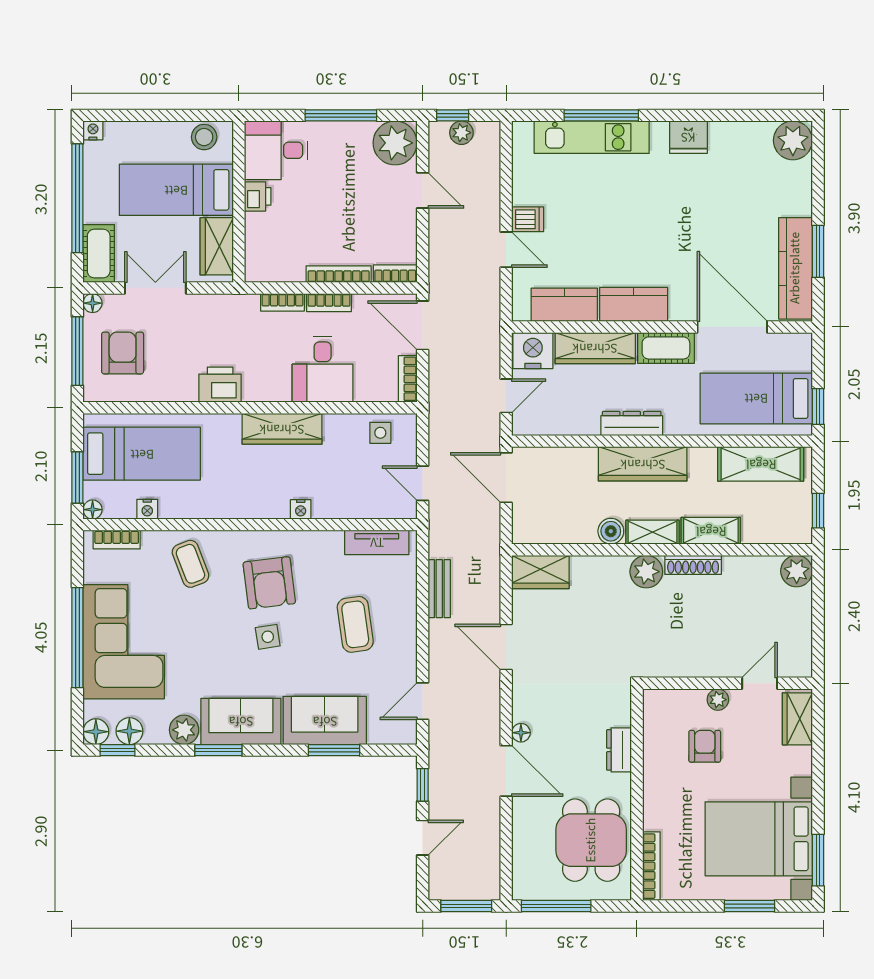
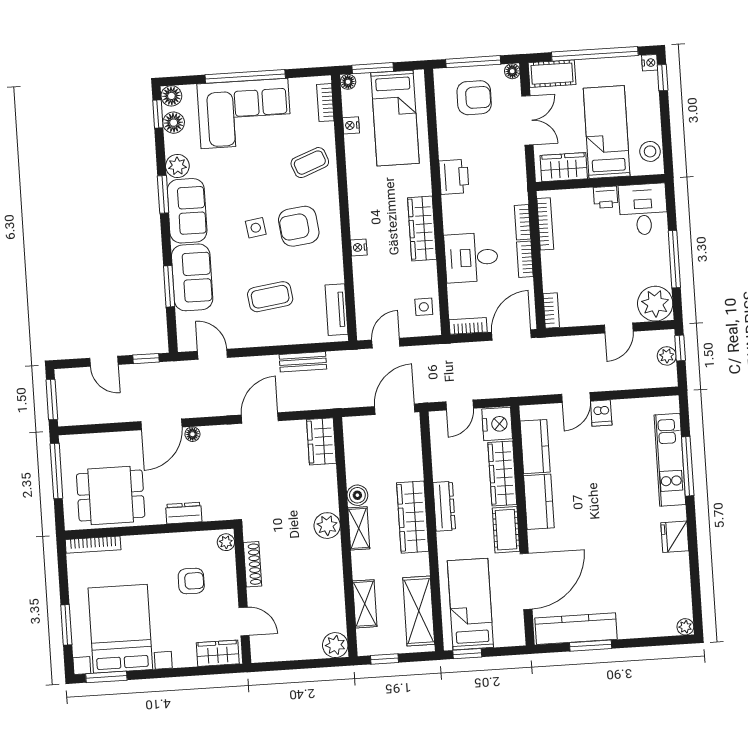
window: (113, 115) -> (663, 78), added
plant: (793, 140) -> (685, 627), width x0.53, depth x0.53
bookcase: (339, 274) -> (545, 224), moved
door: (506, 396) -> (460, 405), hinge flipped
shelving: (711, 531) -> (365, 604), moved
shoe rack: (693, 565) -> (252, 564), moved, turned 180
plant: (718, 700) -> (226, 542), moved

